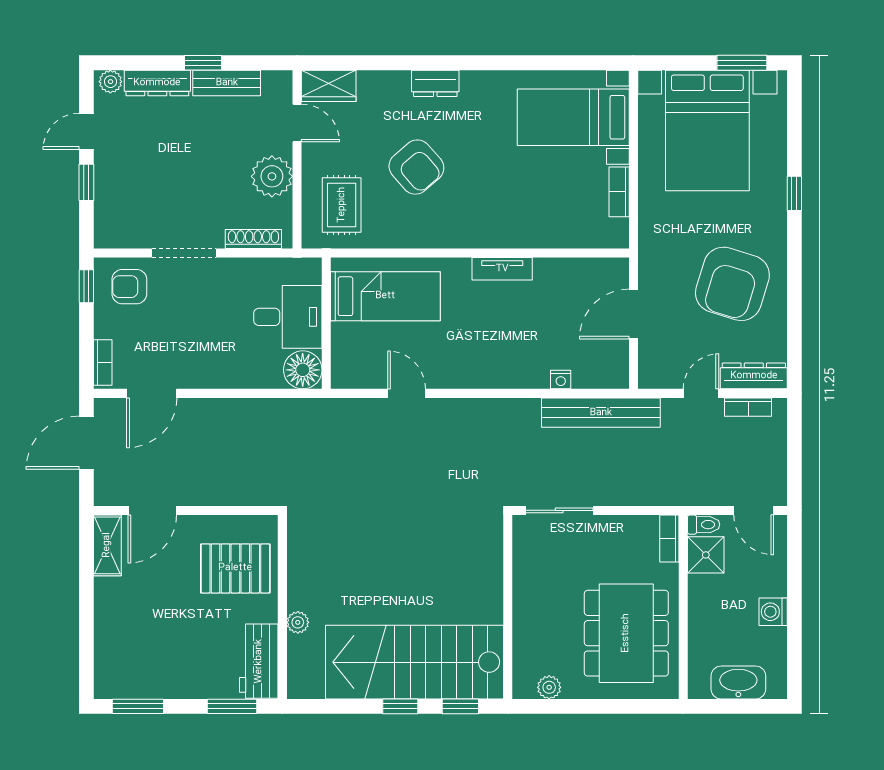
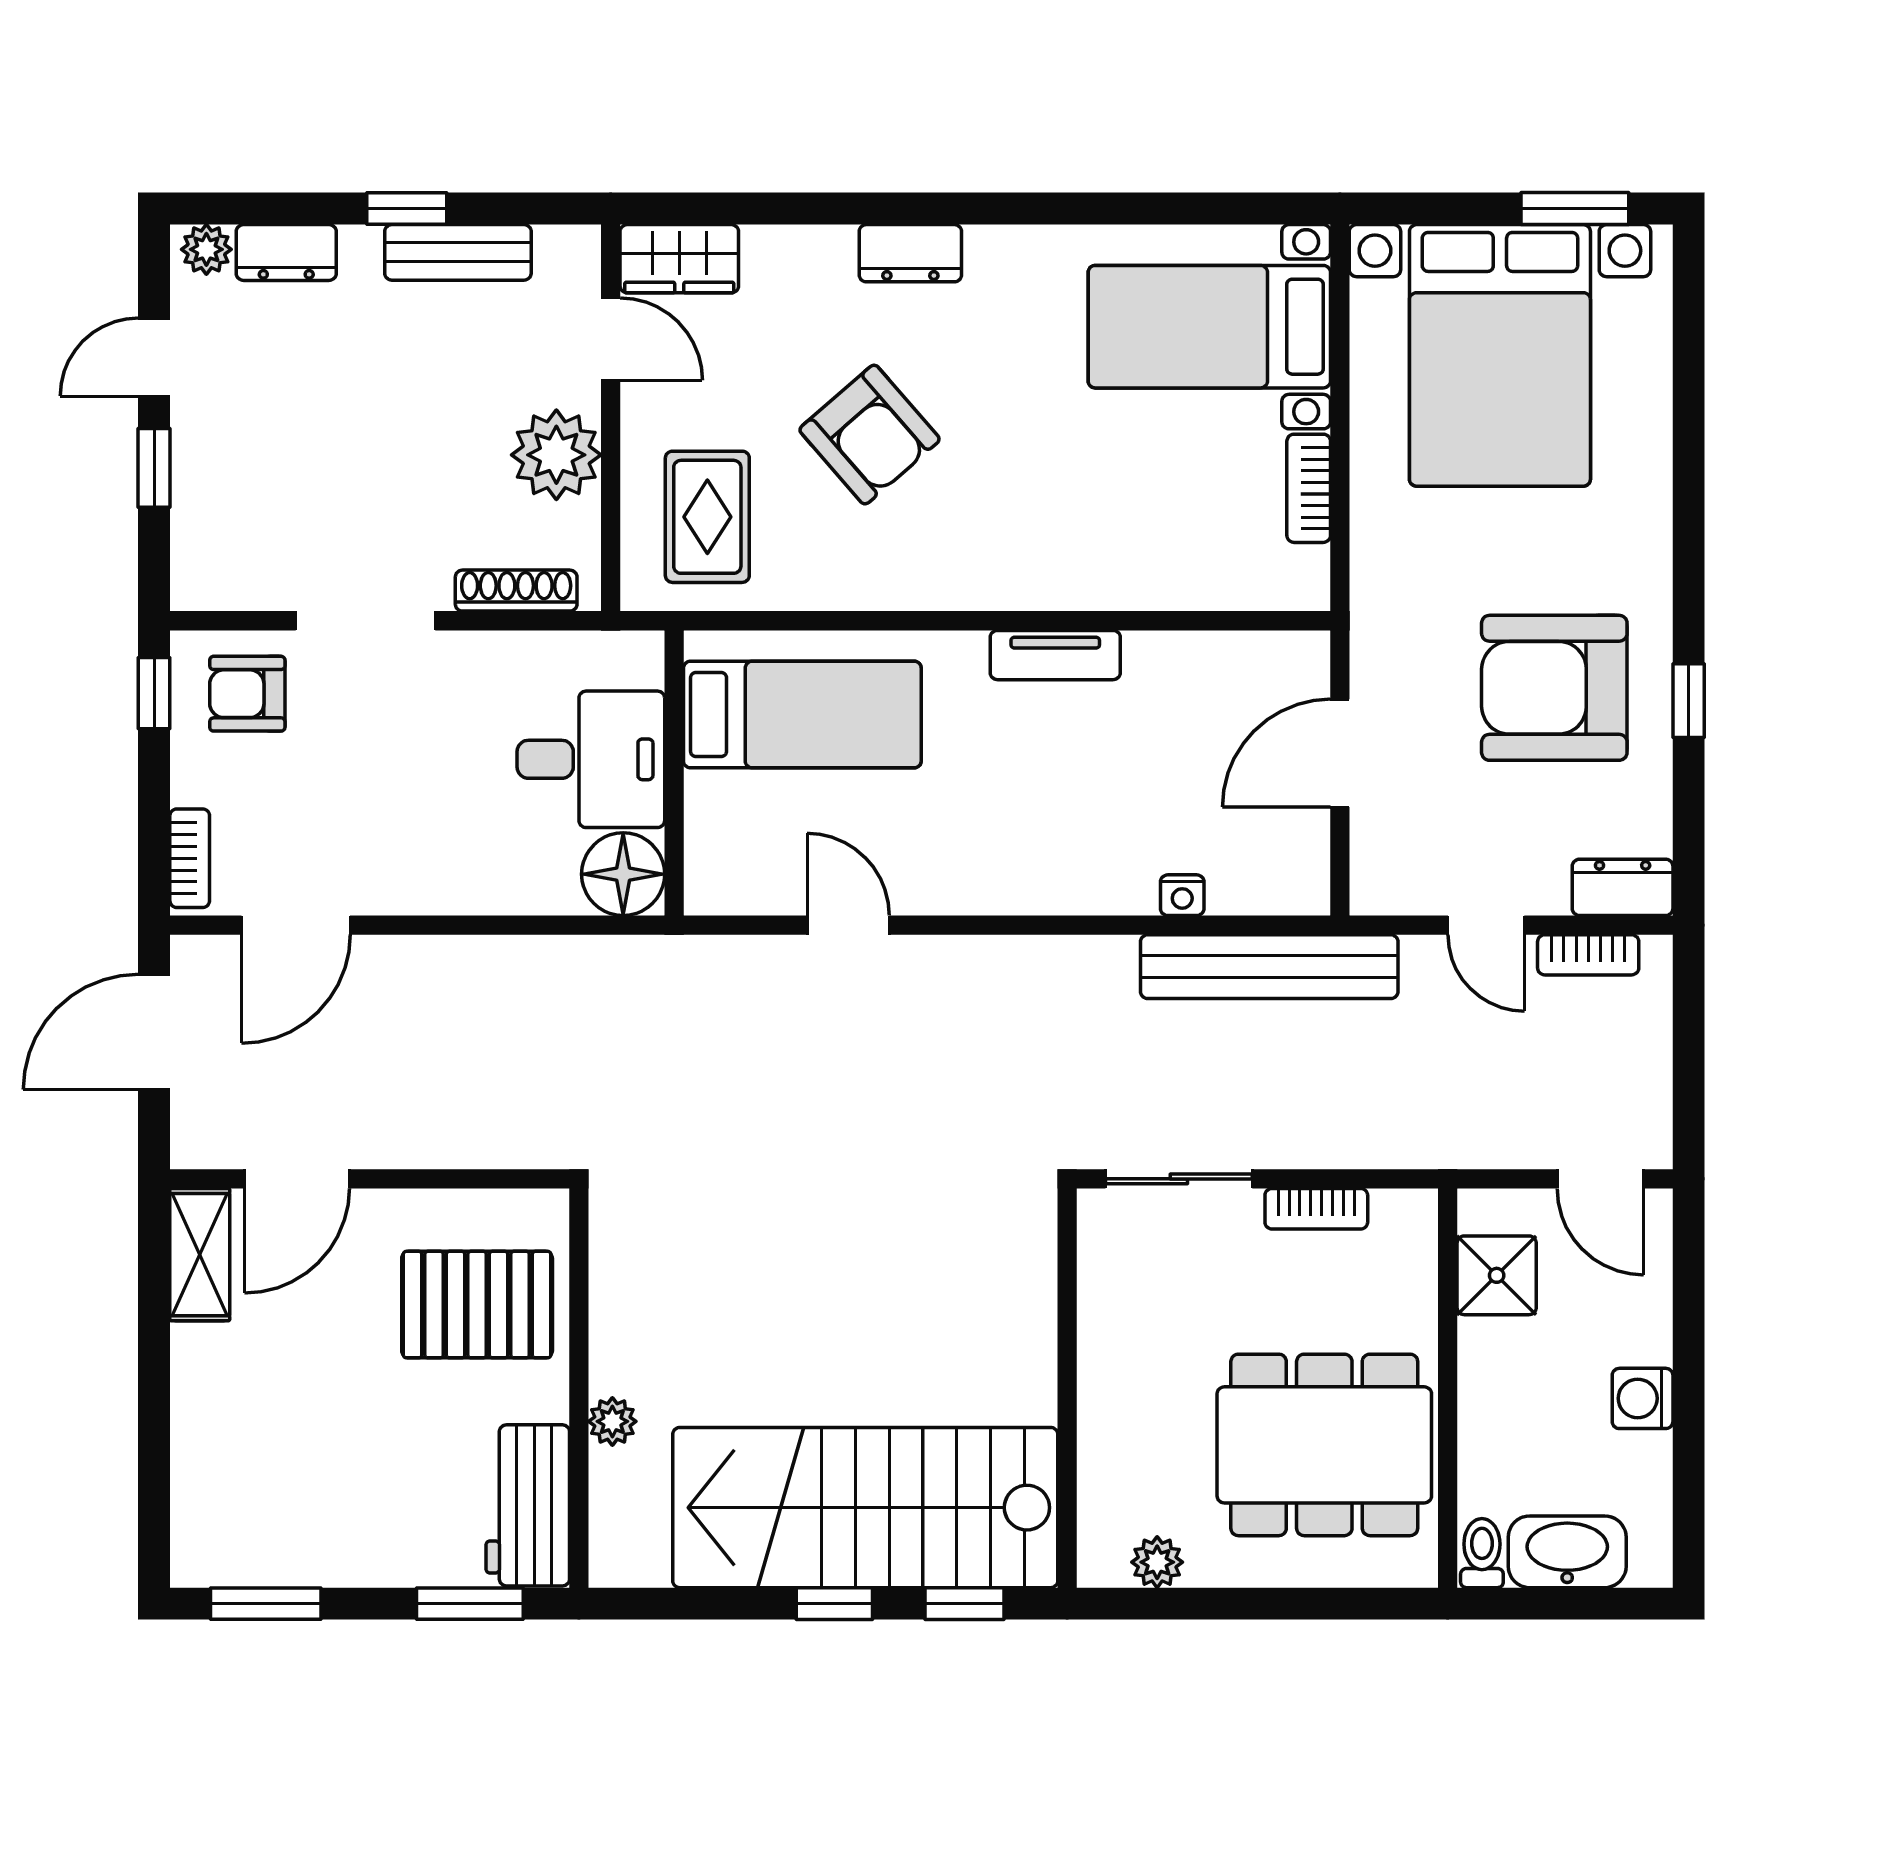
dresser: (157, 83) -> (286, 252), width x0.70
window: (794, 193) -> (1689, 701), moved
armchair: (732, 284) -> (1554, 688), turned 73
dresser: (754, 376) -> (1623, 887), width x0.70
door: (701, 393) -> (1486, 925), swing flipped
toilet: (704, 525) -> (1482, 1553), moved, turned -90
bookcase: (669, 538) -> (1316, 1209), moved, turned -90
dining table: (626, 633) -> (1324, 1445), turned 90

